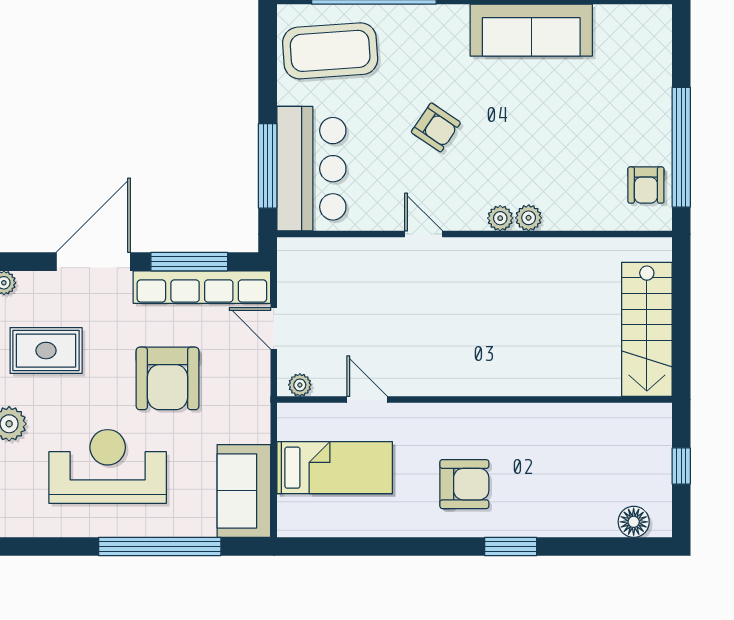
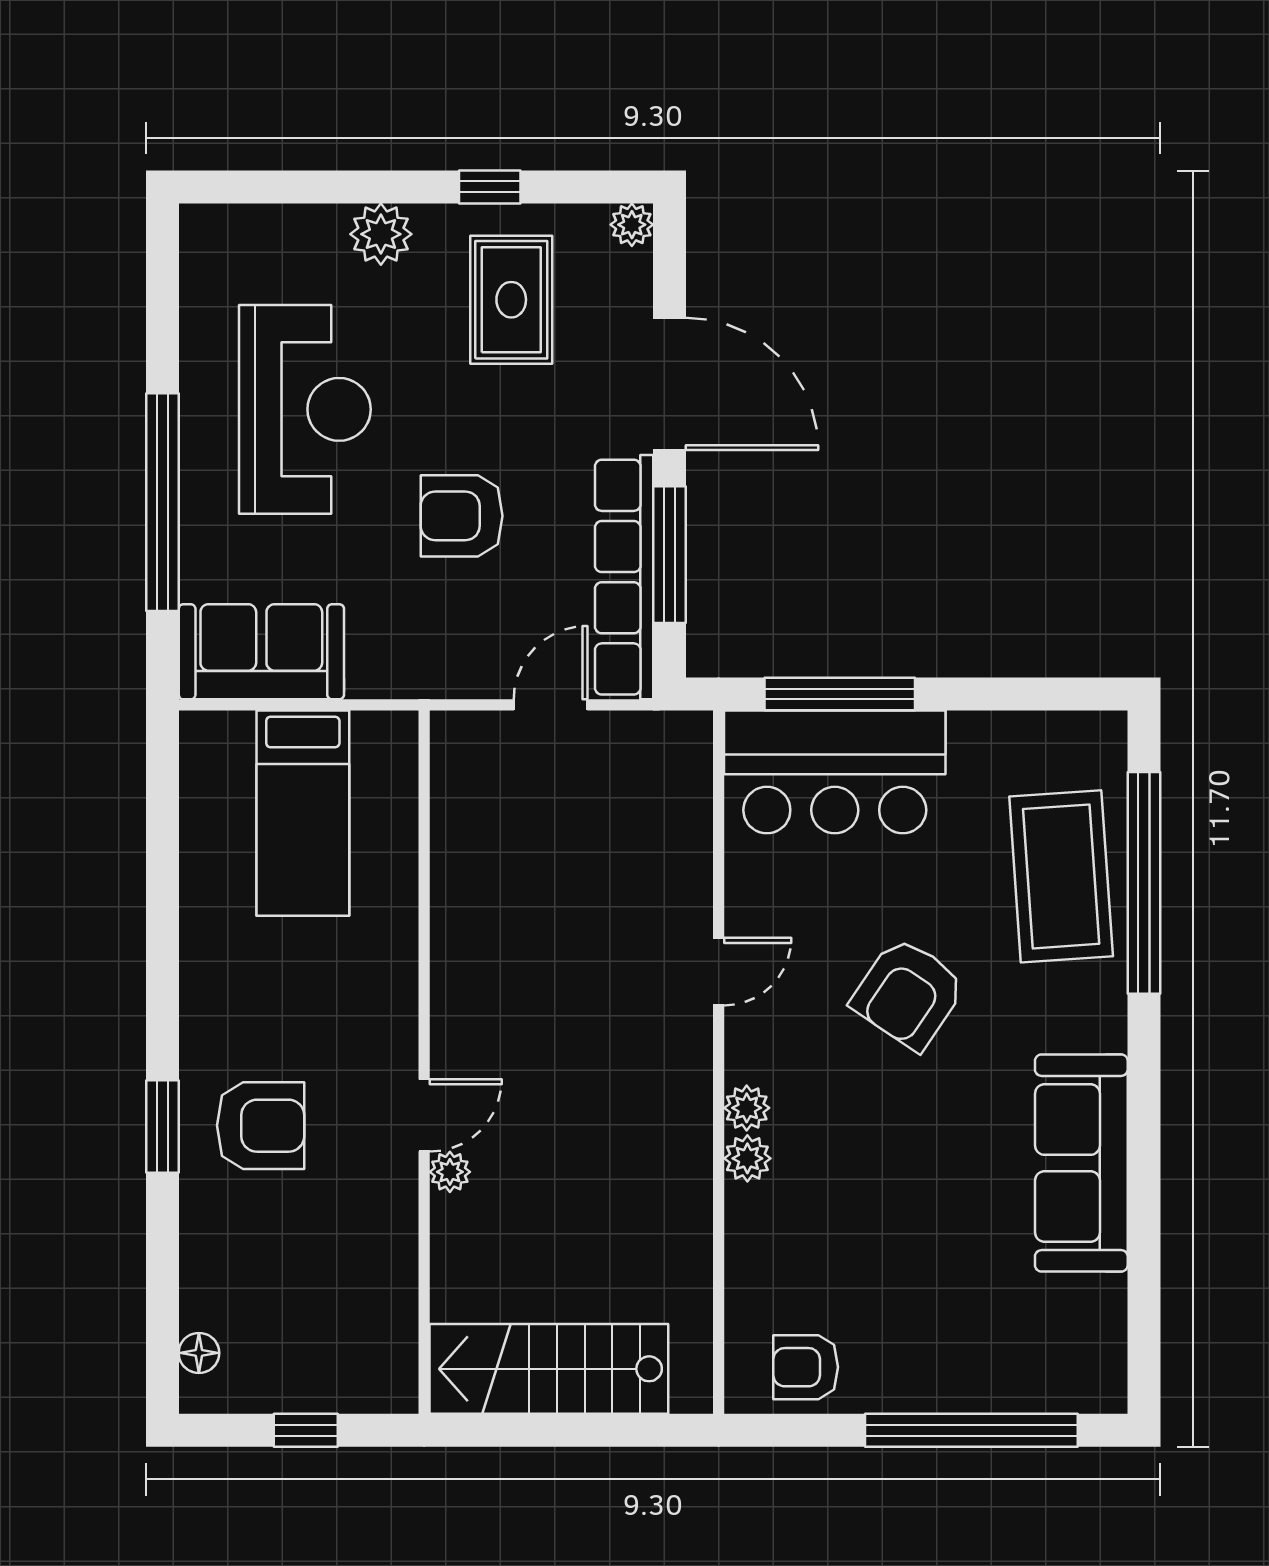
coffee table: (330, 51) -> (1061, 876), moved
armchair: (436, 127) -> (908, 993), width x1.38, depth x1.38
window: (681, 147) -> (971, 1430), moved
armchair: (167, 378) -> (462, 516), width x0.73, depth x0.73
plant: (300, 385) -> (450, 1172), moved
door: (367, 399) -> (424, 1115), moved
armchair: (464, 484) -> (261, 1126), moved, turned -90
floor lamp: (634, 522) -> (199, 1353), width x0.73, depth x0.73

